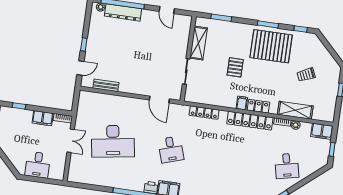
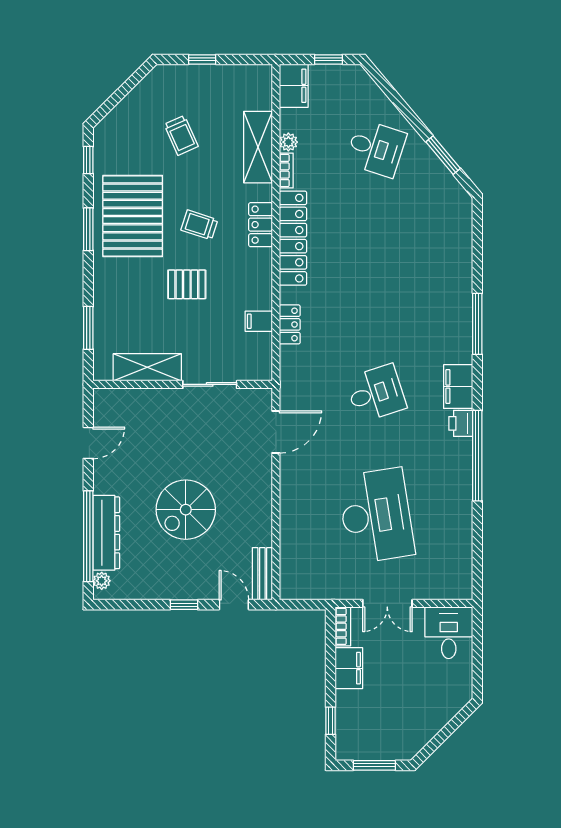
spiral stairs: (129, 52) -> (186, 510), added
trolley: (262, 77) -> (199, 225), added
bench: (106, 85) -> (262, 574), moved
filing cabinet: (242, 103) -> (259, 321), moved
locker: (204, 113) -> (290, 324), width x0.66
double door: (71, 141) -> (387, 603), swing flipped
desk: (38, 165) -> (449, 633), moved, turned -90
desk: (287, 166) -> (376, 148), turned 30

